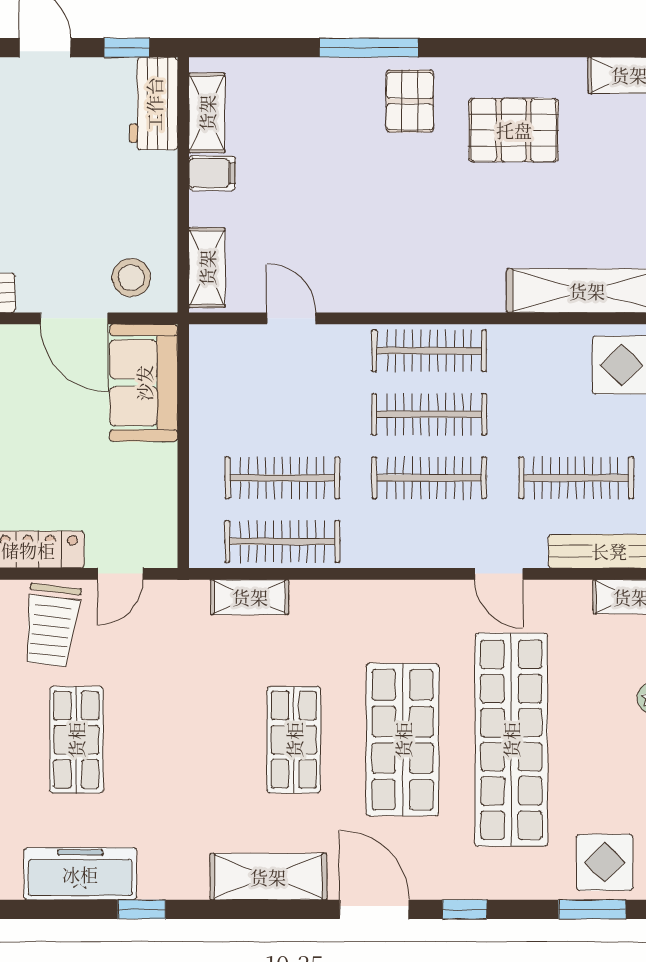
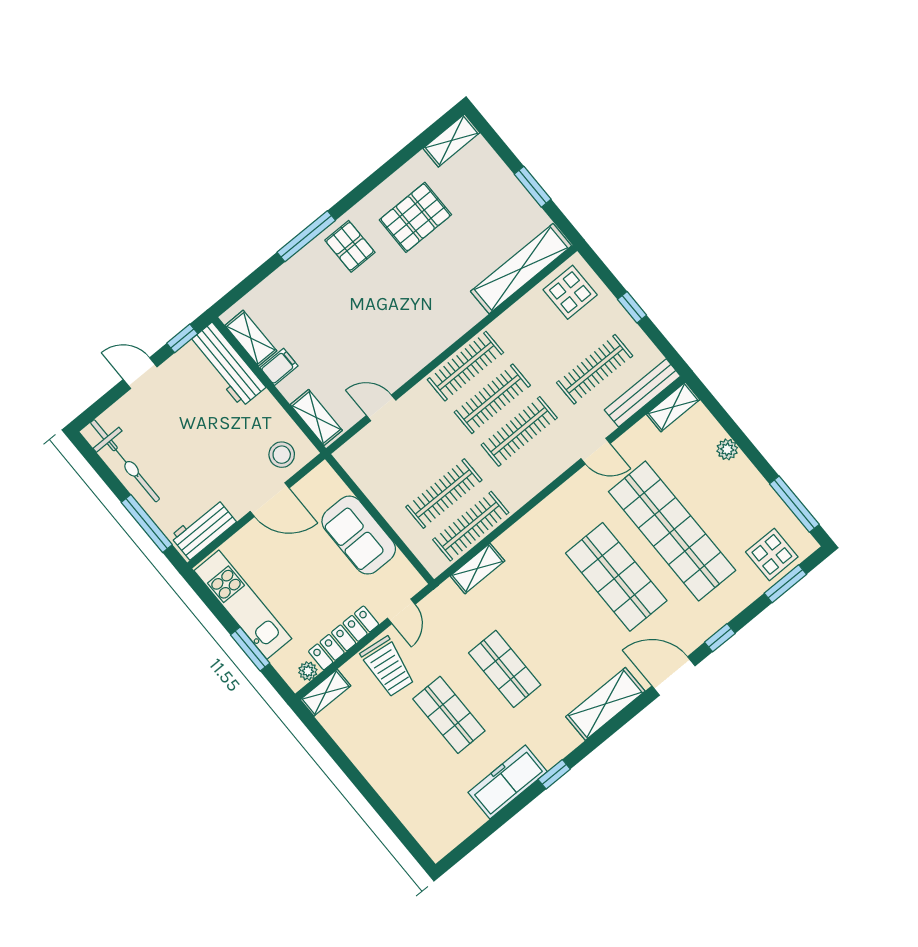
workbench: (154, 104) -> (227, 365), width x1.38
sofa: (144, 383) -> (359, 535), moved
shop shelf: (294, 740) -> (505, 669), moved

